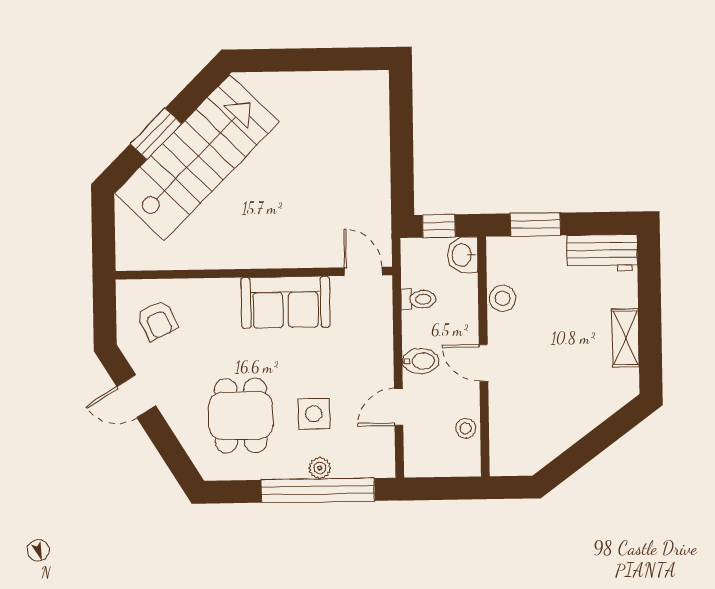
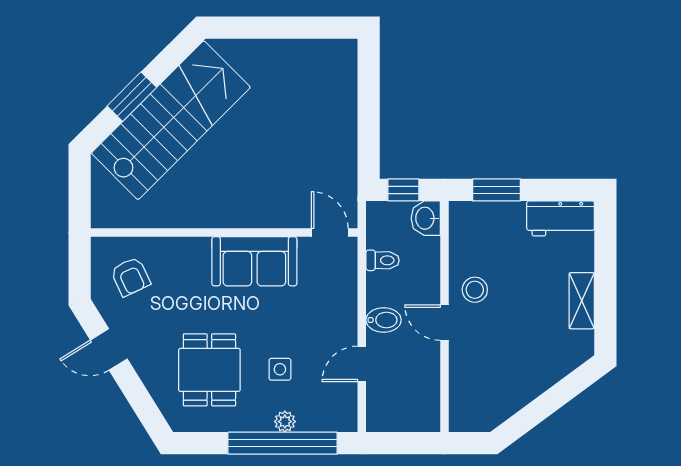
stool: (503, 298) -> (475, 290), moved
side table: (314, 414) -> (280, 369), width x0.73, depth x0.73
stool: (466, 428) -> (426, 386), removed

